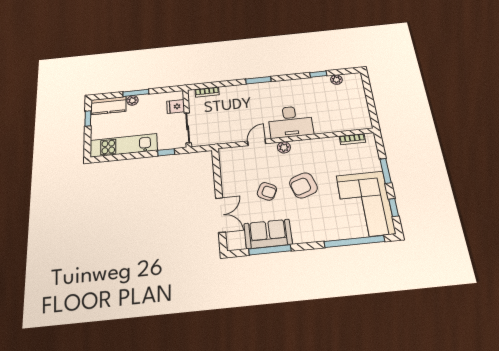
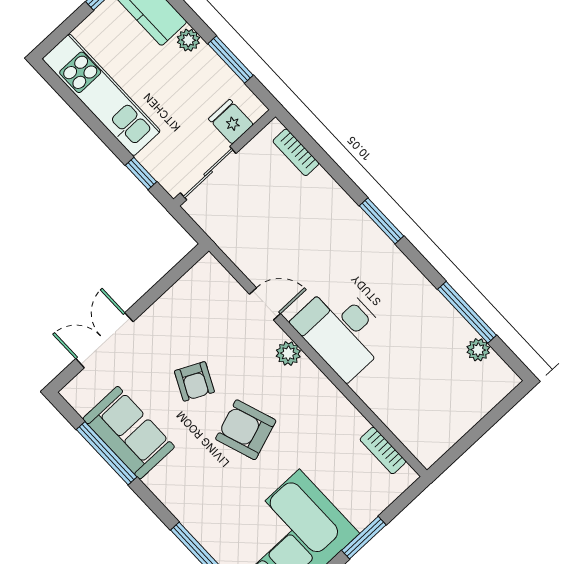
window: (318, 74) -> (467, 312), width x2.17
window: (136, 93) -> (230, 60), moved
double door: (221, 215) -> (105, 340), swing flipped

